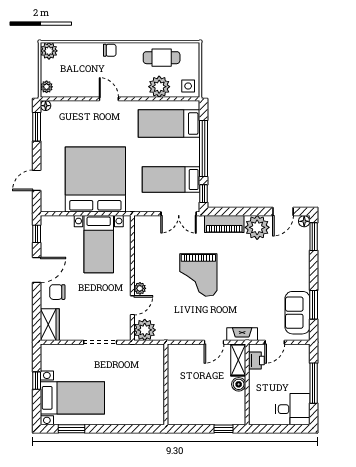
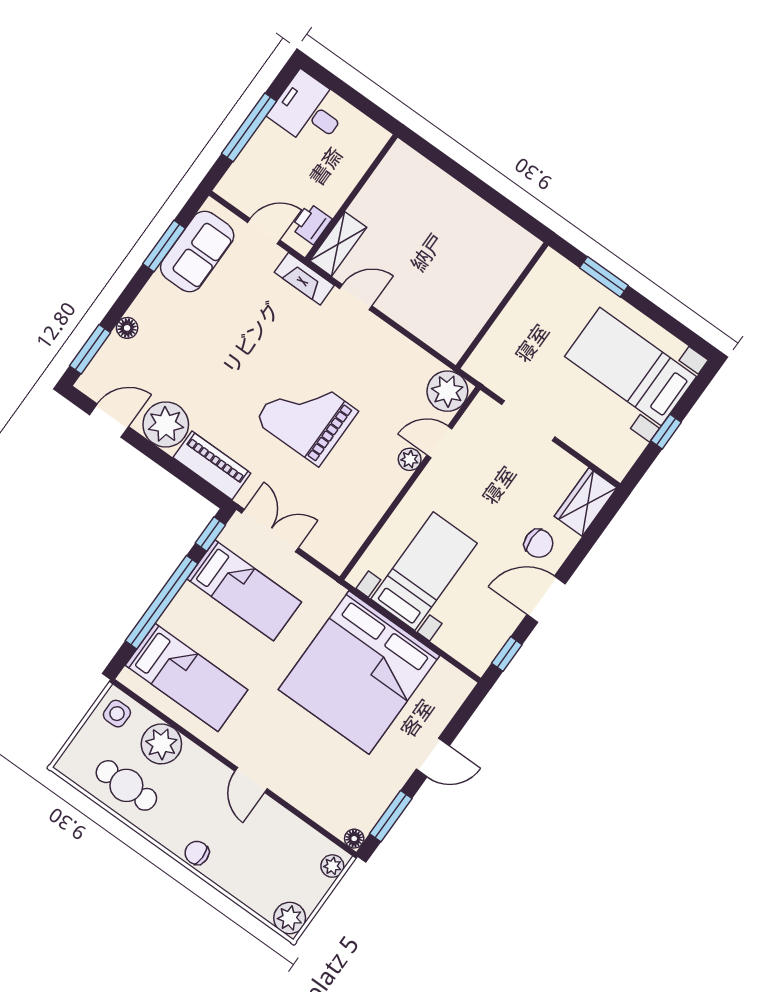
door: (37, 180) -> (433, 758), moved
floor lamp: (304, 221) -> (127, 328), moved
grand piano: (198, 275) -> (306, 416), turned -90
wall: (166, 384) -> (502, 305), moved
boiler: (239, 384) -> (364, 207), removed
window: (71, 429) -> (604, 277), moved
window: (224, 429) -> (435, 156), removed

